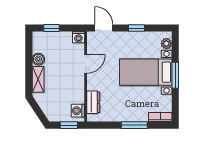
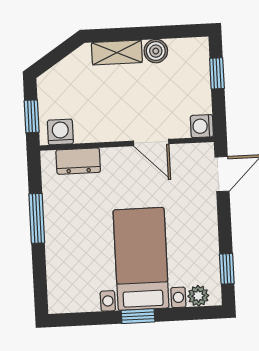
window: (136, 28) -> (227, 269), moved
window: (175, 75) -> (138, 316), width x0.67
bookcase: (160, 117) -> (56, 291), removed
window: (134, 125) -> (37, 218), moved

